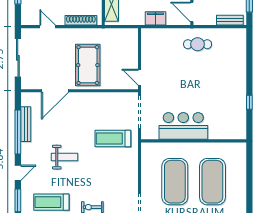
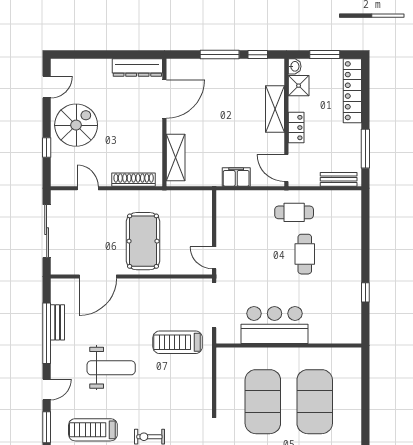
cafe table: (205, 74) -> (305, 254), added
bench: (26, 124) -> (58, 322), width x0.73
weight bench: (65, 157) -> (111, 368), width x1.36, depth x1.33

